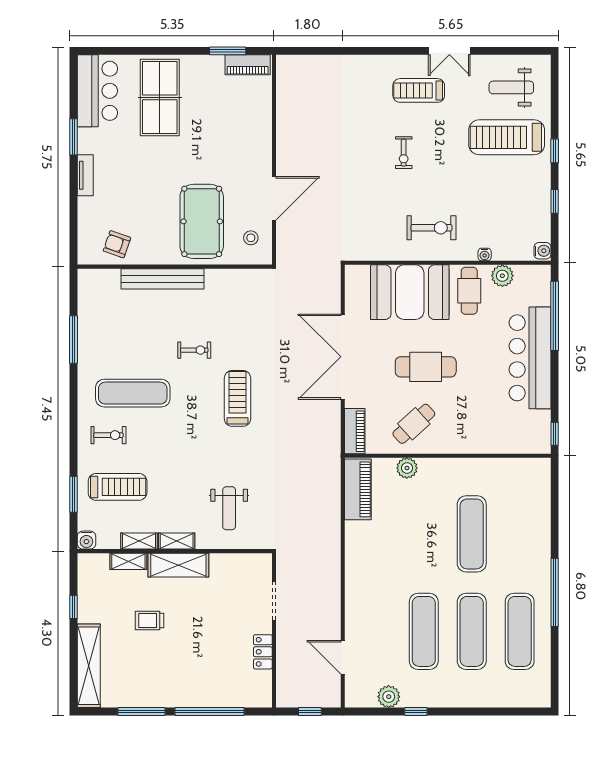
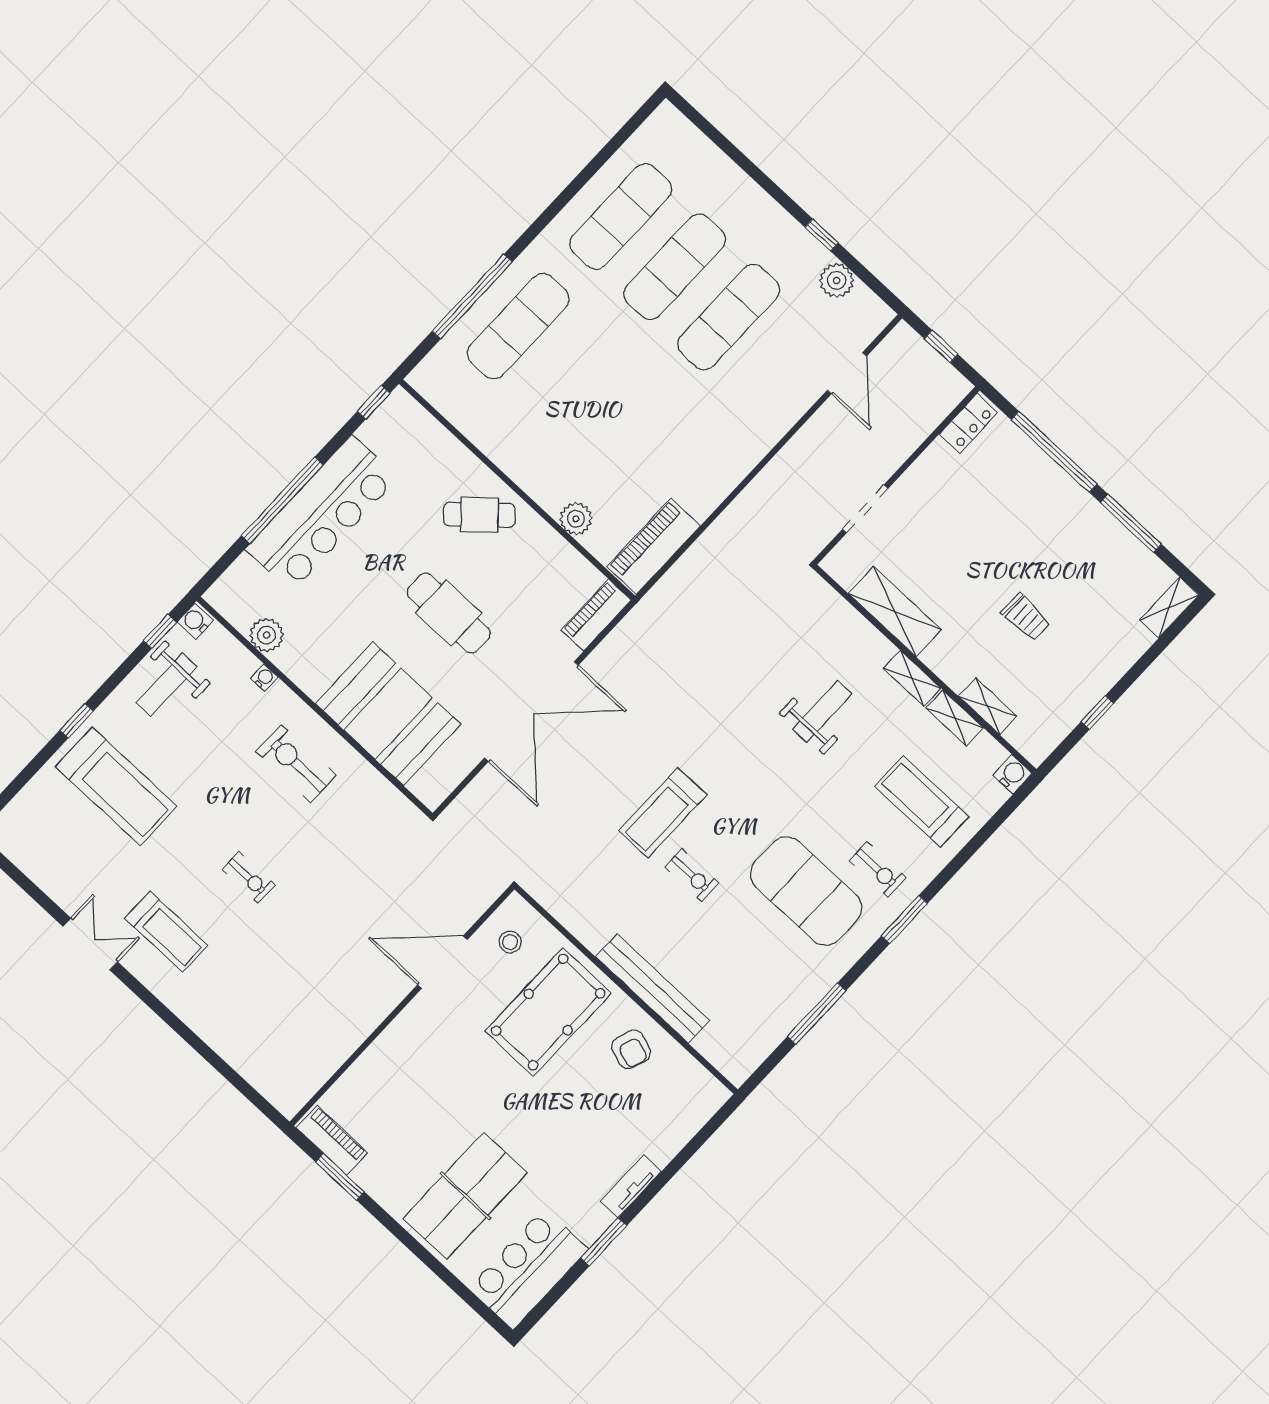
weight bench: (511, 87) -> (166, 685), moved, turned 90
exercise bike: (404, 153) -> (248, 877), turned 90
window: (555, 201) -> (160, 631), moved
armchair: (117, 244) -> (631, 1049), moved
cafe table: (469, 291) -> (320, 653), removed
window: (555, 316) -> (282, 500), moved
exercise bike: (194, 350) -> (692, 875), turned 180
exercise mat: (133, 393) -> (806, 891), width x1.47
treadmill: (238, 398) -> (663, 813), moved
cafe table: (414, 424) -> (479, 515), moved
exercise bike: (108, 435) -> (878, 869), turned 180
window: (73, 494) -> (904, 920), moved
weight bench: (229, 508) -> (822, 712), moved
exercise mat: (472, 534) -> (518, 326), moved
shelving: (178, 565) -> (895, 612), moved
window: (555, 592) -> (472, 296), moved
locker: (263, 652) -> (968, 423), moved
shelving: (89, 666) -> (1169, 607), width x0.45, depth x0.75

